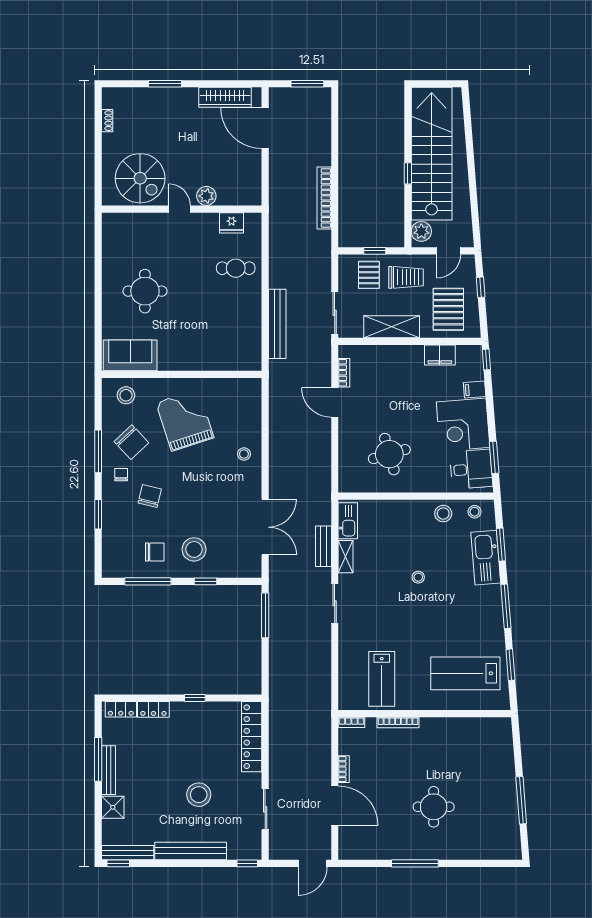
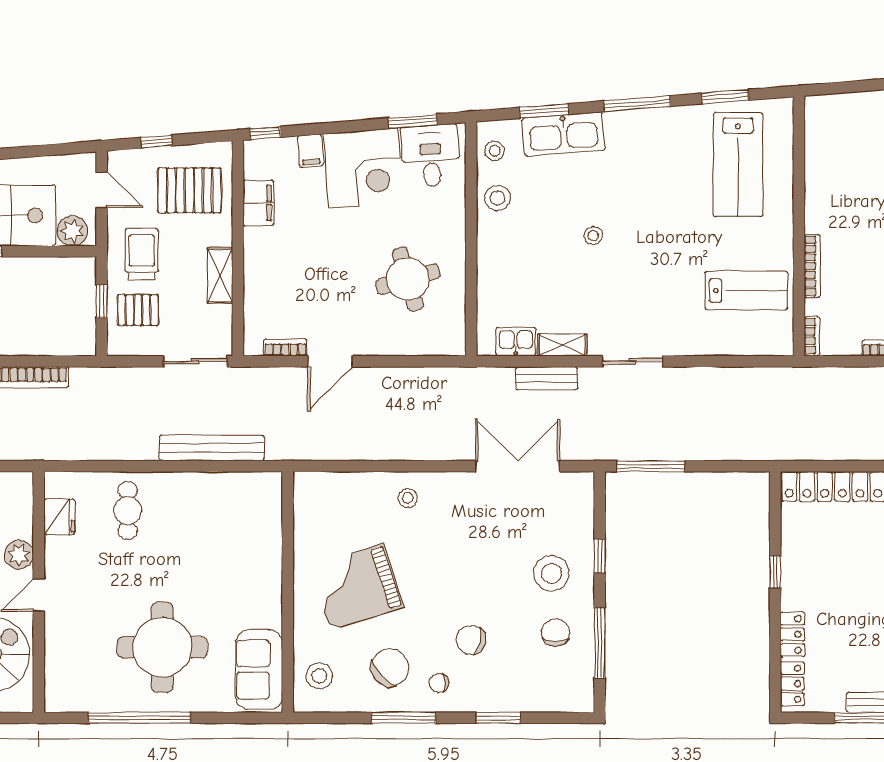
window: (98, 276) -> (139, 718), added
round table: (145, 291) -> (162, 647), width x1.36, depth x1.36
shelving: (392, 327) -> (220, 276), width x0.67, depth x0.75
kitchen sink: (348, 521) -> (516, 342), width x0.73

